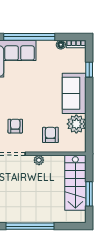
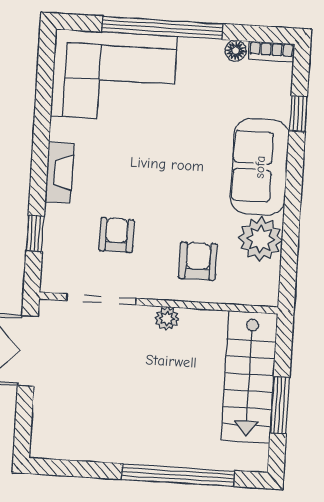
window: (30, 226) -> (178, 475), moved

